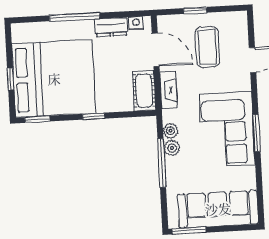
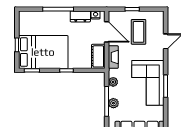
bed: (54, 79) -> (43, 52), width x0.73
plant: (172, 148) -> (113, 103), moved

